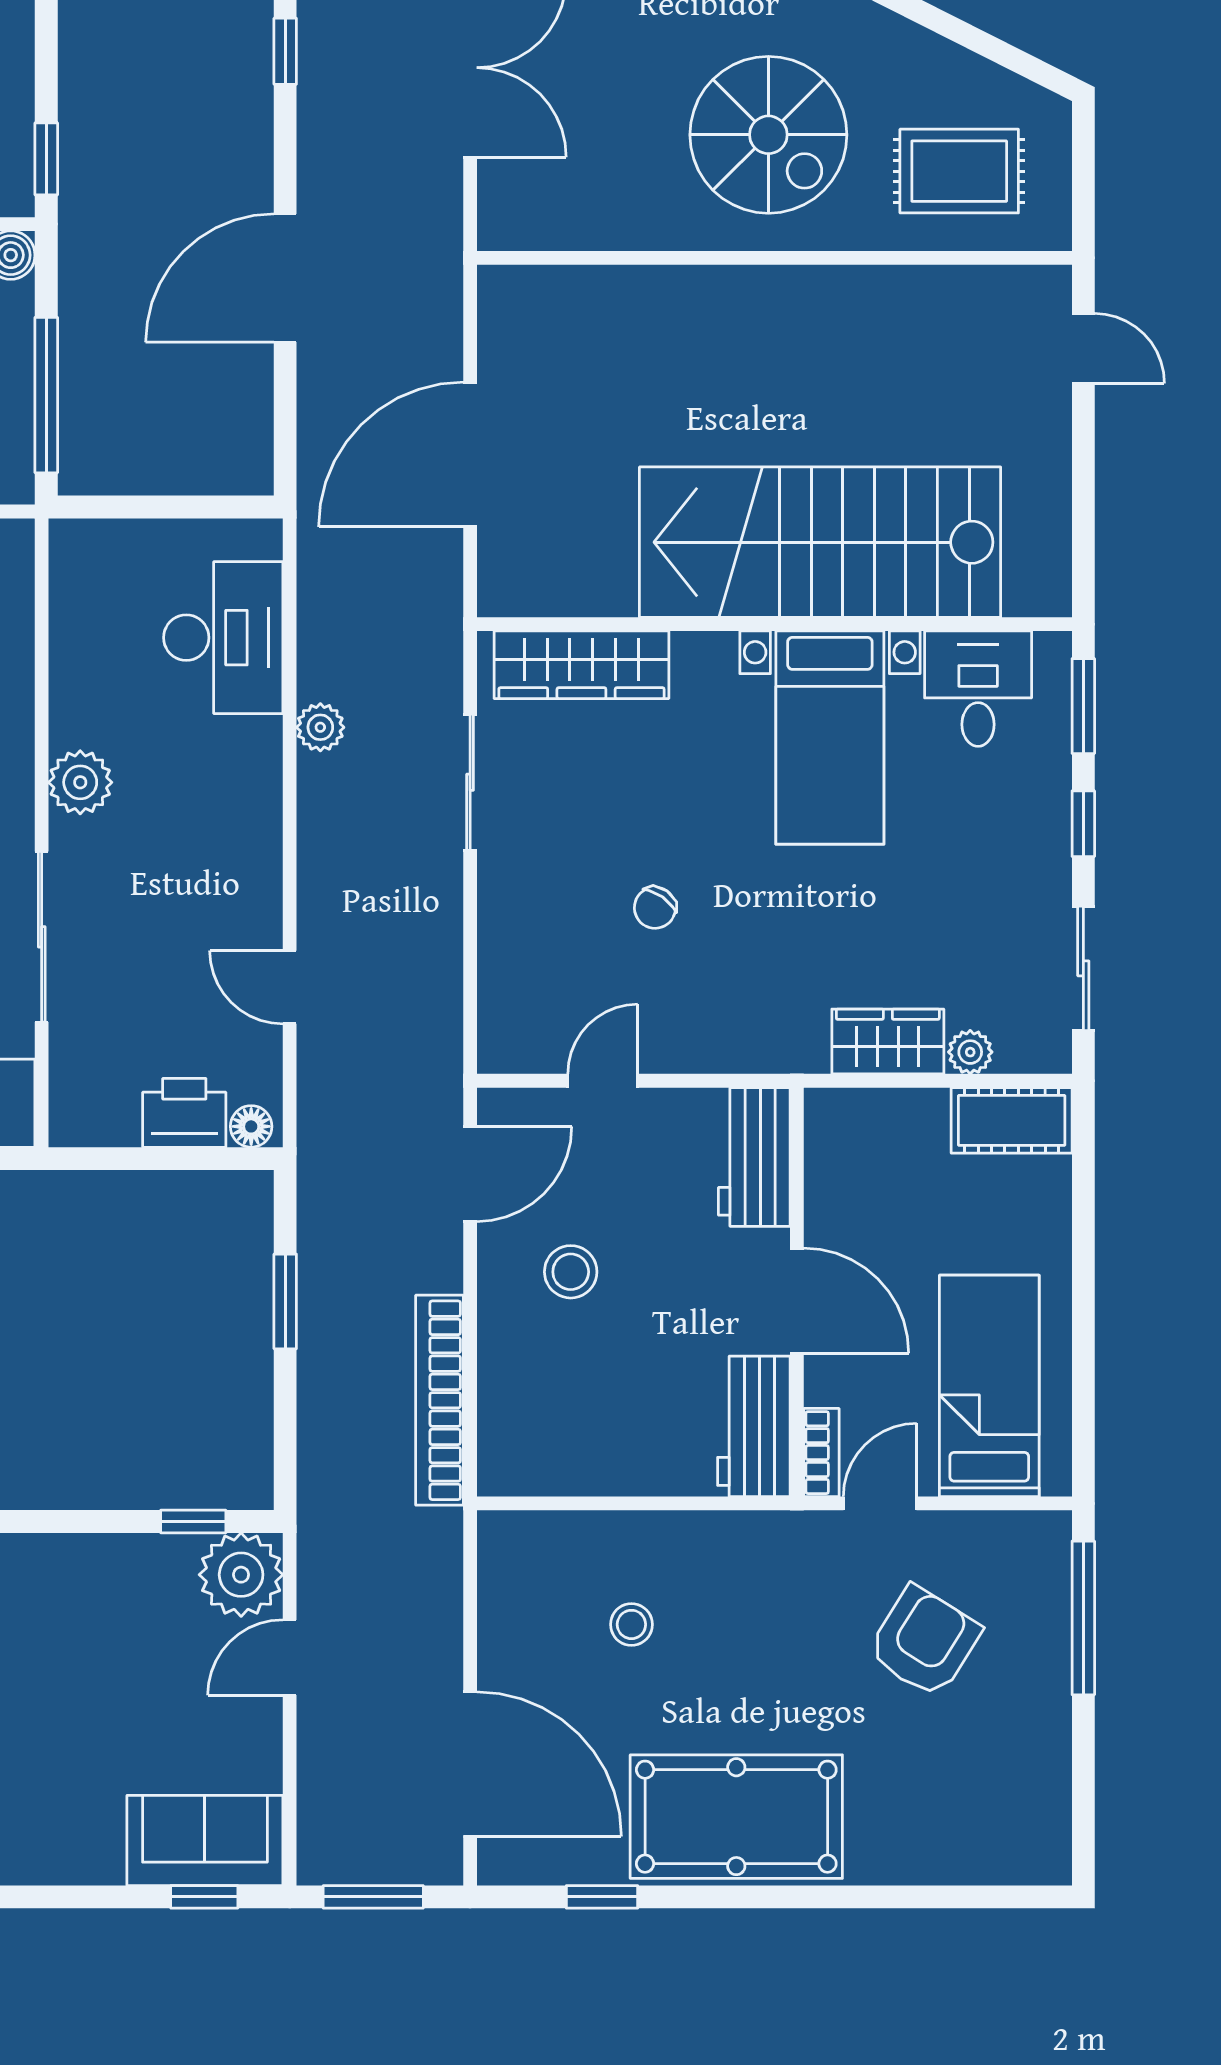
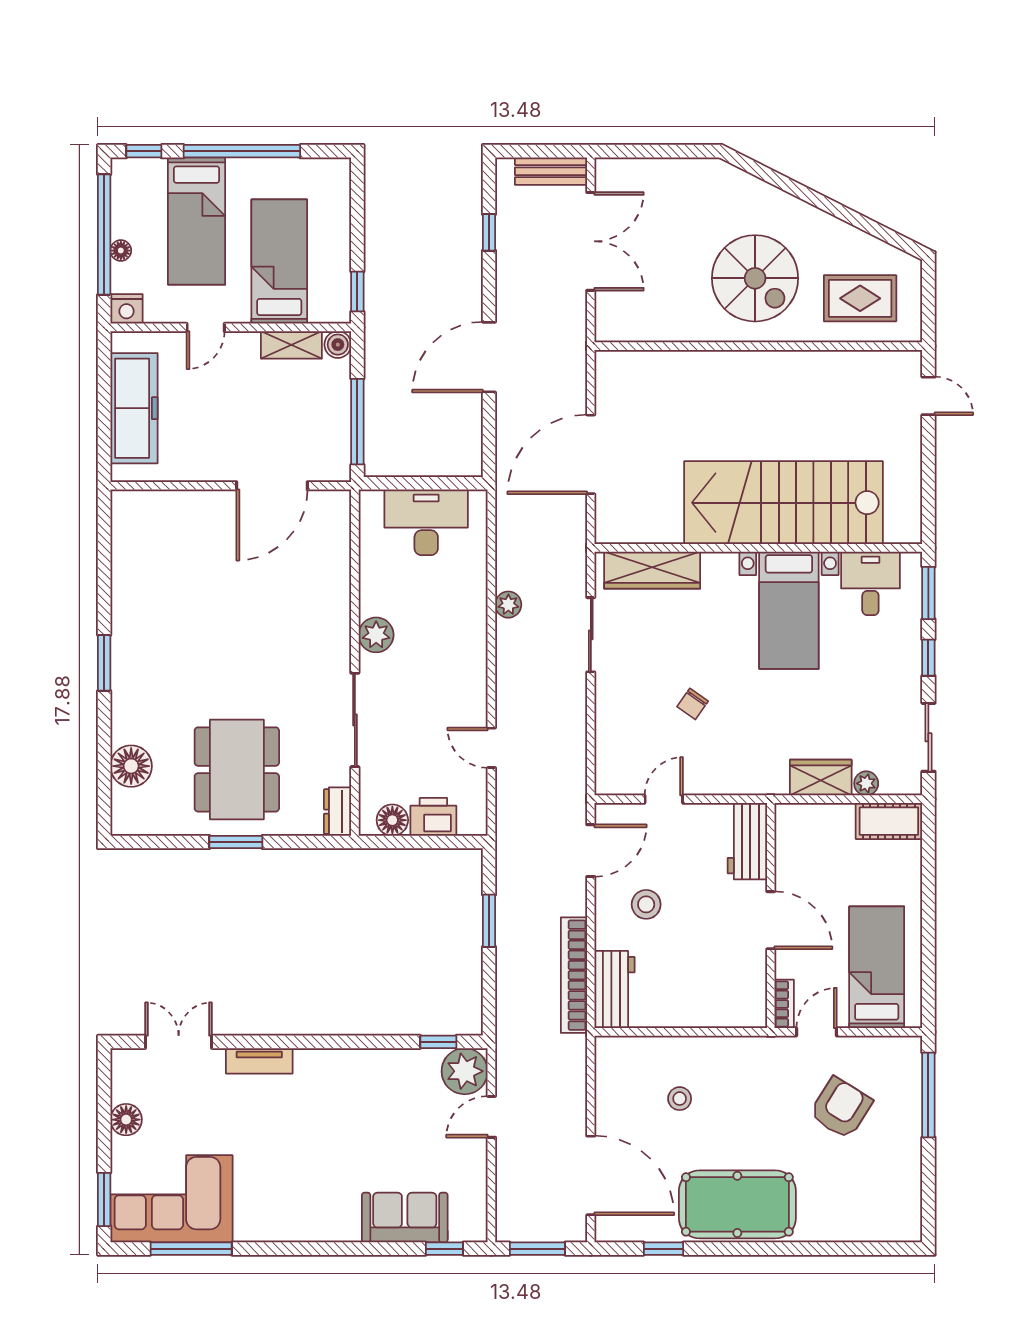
desk: (223, 638) -> (426, 522), moved, turned -90
floor lamp: (251, 1126) -> (392, 820), moved, width x1.37, depth x1.37
workbench: (754, 1426) -> (615, 990), moved, turned 180
sofa: (205, 1840) -> (405, 1218), moved

